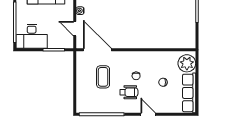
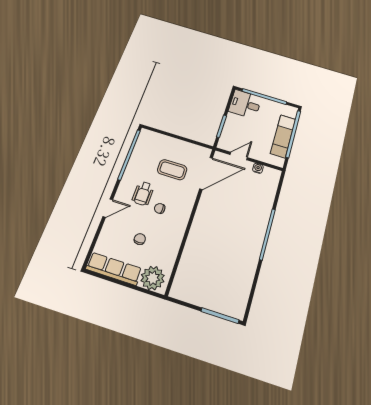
desk: (32, 36) -> (245, 104), width x0.73

